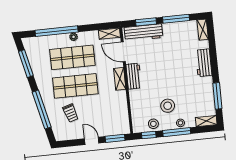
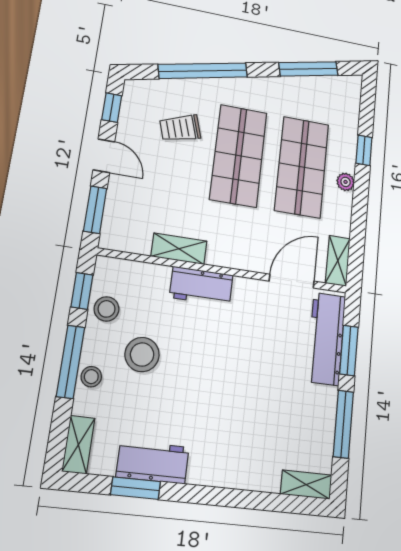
window: (57, 31) -> (364, 150), width x0.32
workbench: (204, 63) -> (153, 462), moved
workbench: (134, 76) -> (201, 286), moved
shelving: (120, 79) -> (179, 249), moved
window: (217, 96) -> (136, 488), width x0.69
door: (92, 141) -> (104, 156), hinge flipped
window: (70, 143) -> (112, 108), added

